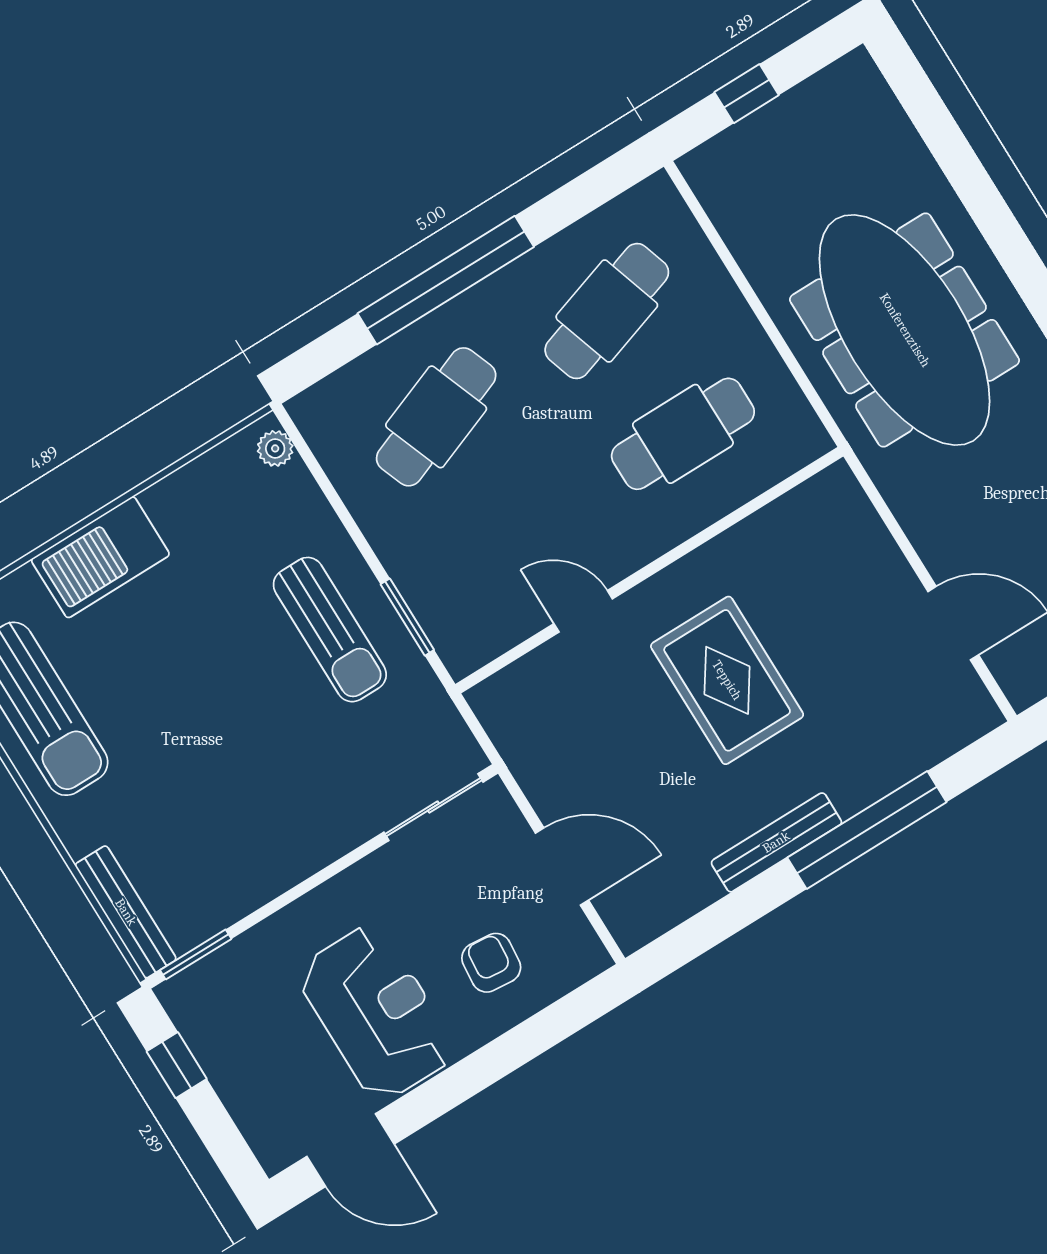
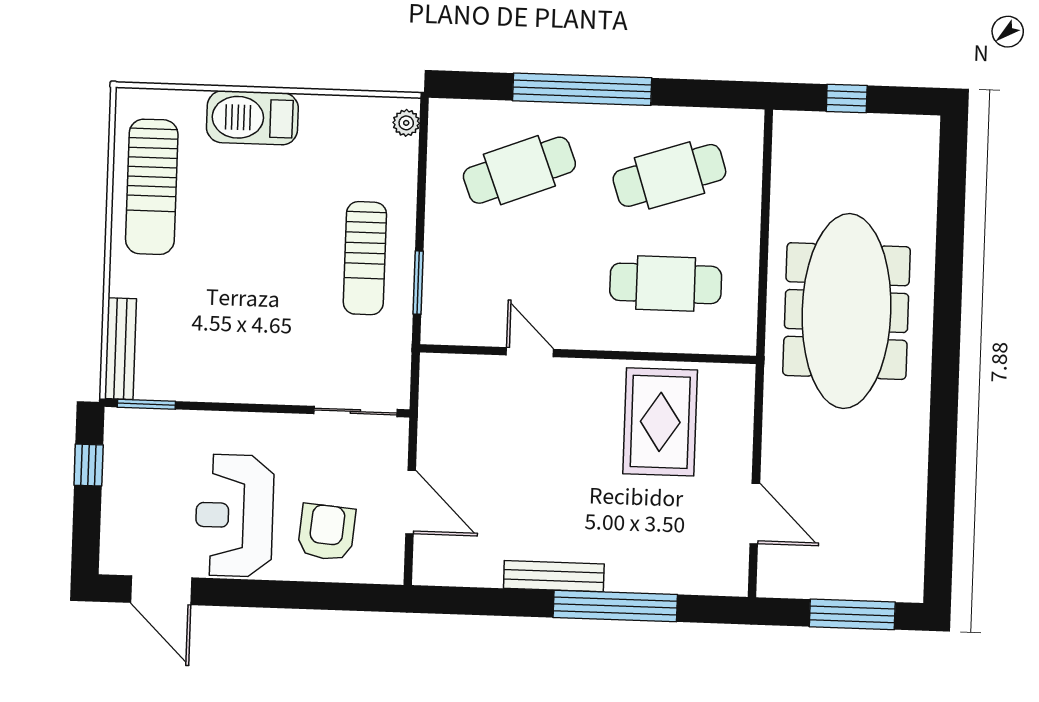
rug: (727, 680) -> (660, 422), moved
armchair: (491, 963) -> (327, 532), width x1.38, depth x1.38
reception desk: (376, 1013) -> (234, 516), turned 180

